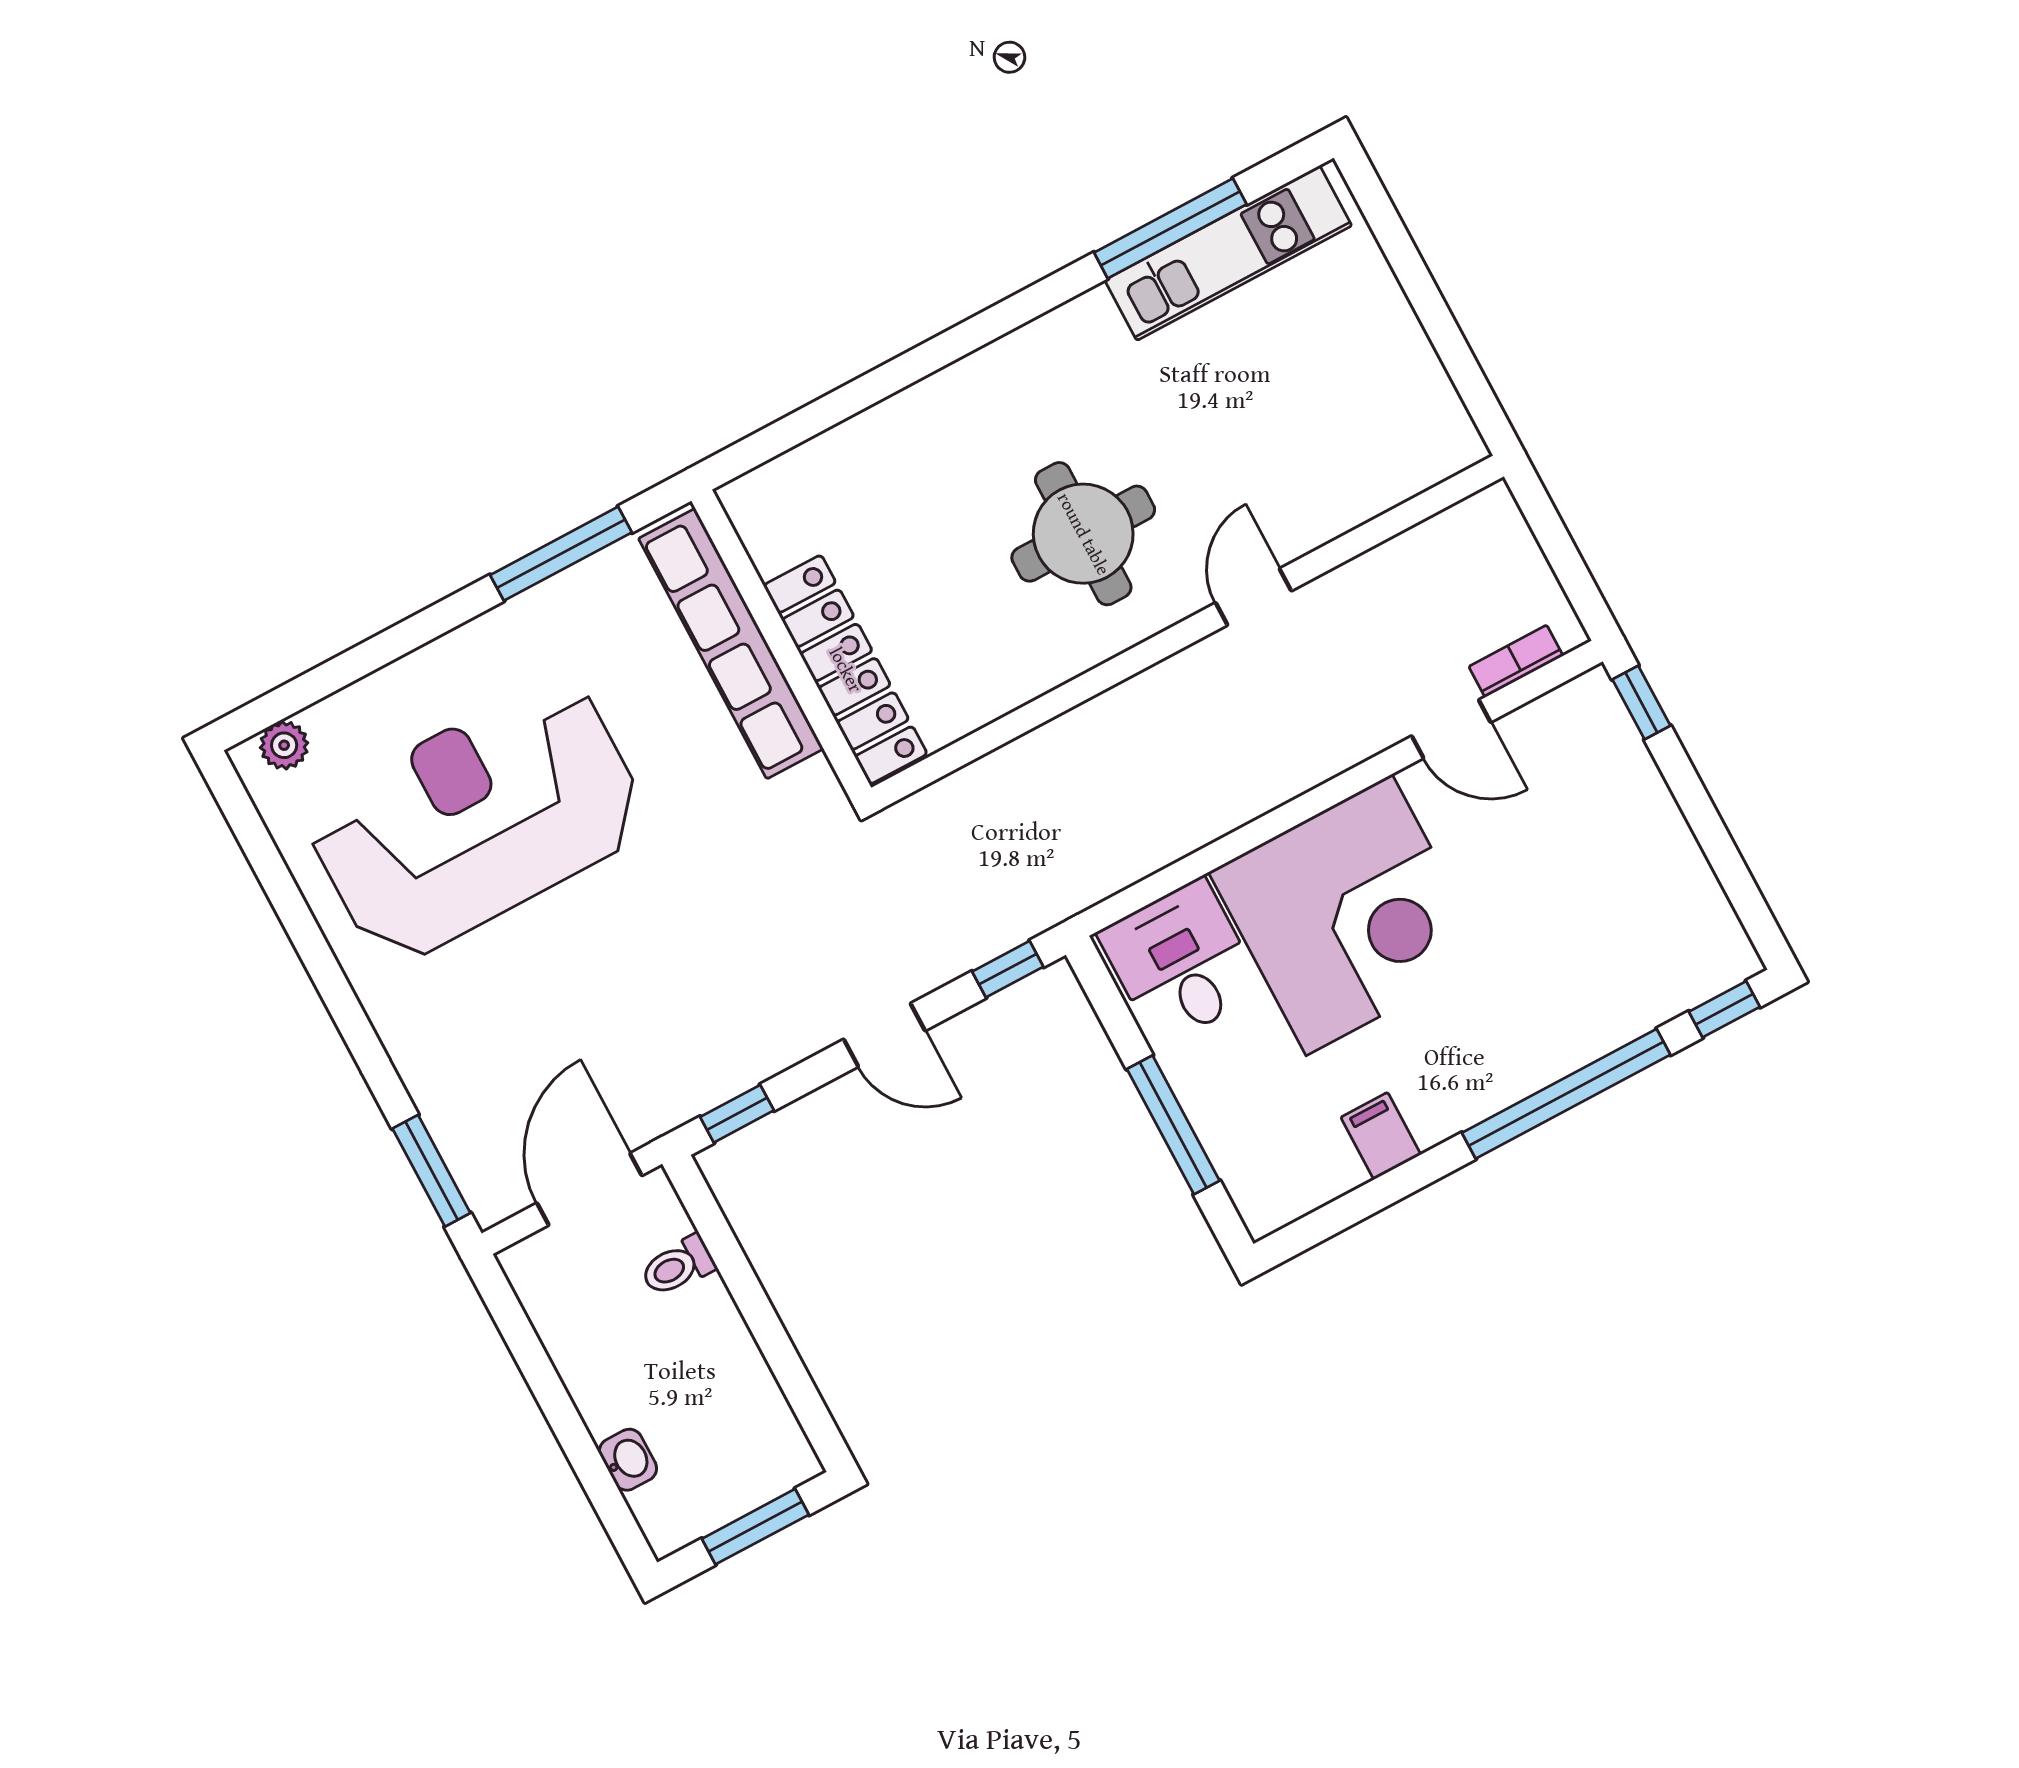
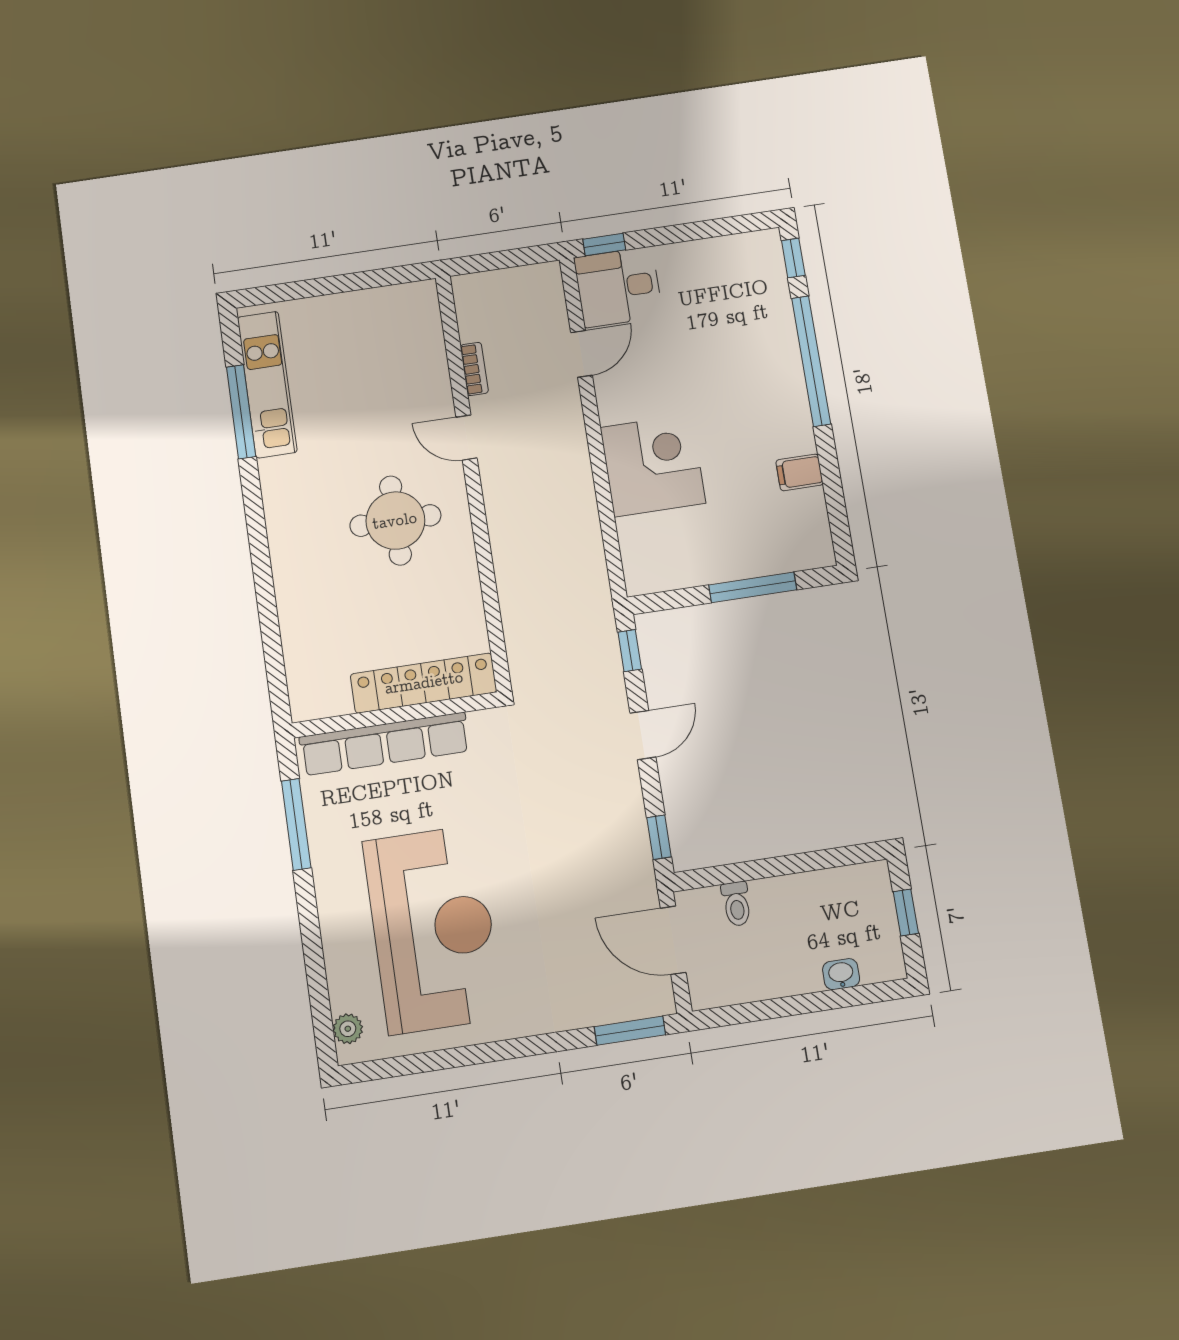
bookcase: (1516, 661) -> (474, 369), moved, turned 180
reception desk: (477, 820) -> (433, 929), turned 180
corner desk: (1349, 915) -> (653, 465), width x0.74, depth x0.74
desk: (1181, 962) -> (618, 287), moved
window: (755, 1527) -> (906, 912), width x0.67

